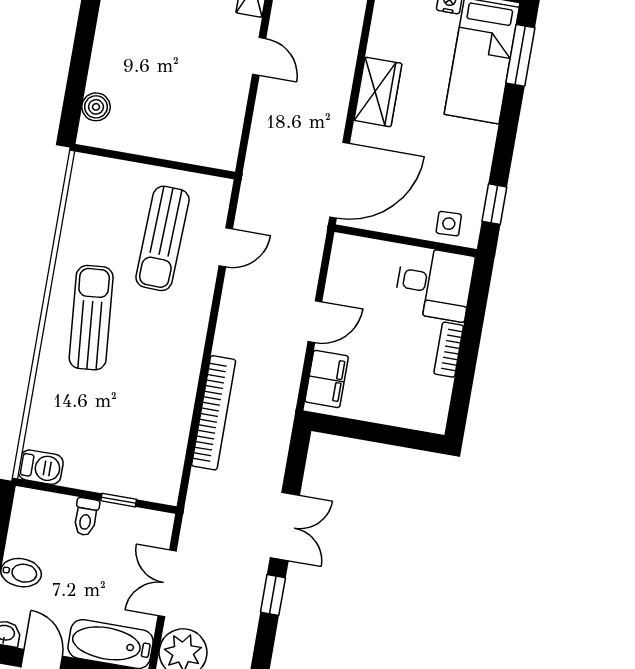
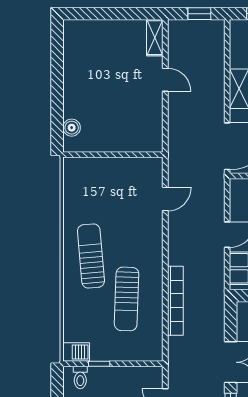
sun lounger: (163, 238) -> (127, 299), moved
window: (119, 500) -> (99, 364), moved
toilet: (86, 517) -> (80, 377), moved

